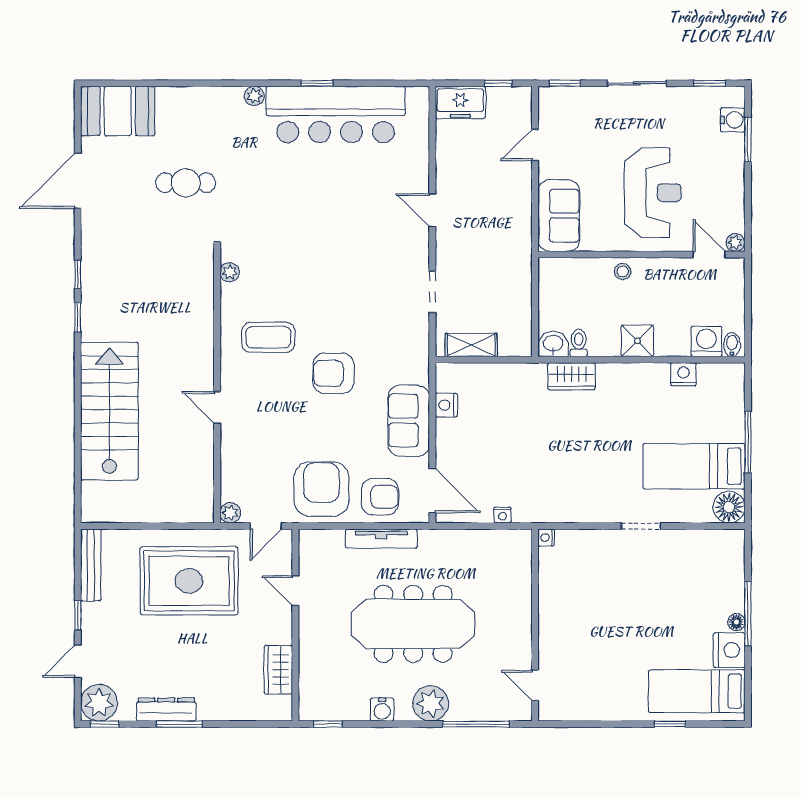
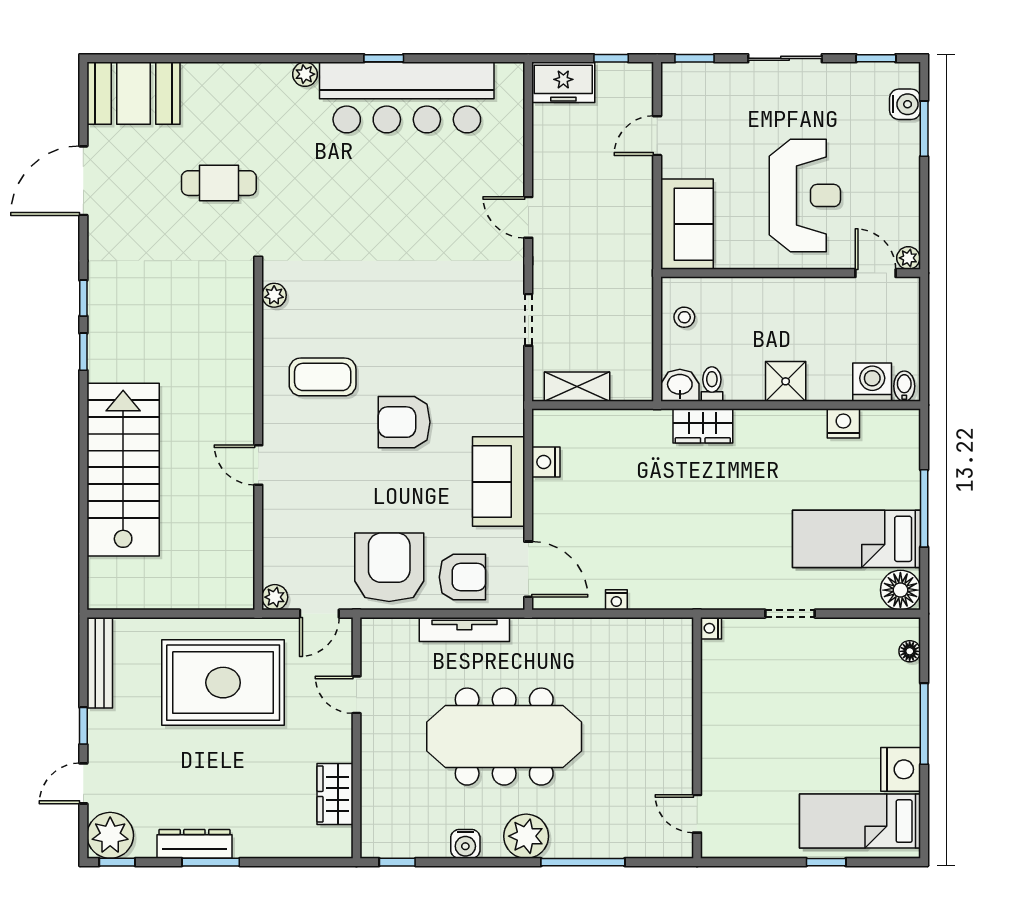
stool: (623, 272) -> (684, 317), moved
nightstand: (546, 538) -> (711, 628), moved
floor lamp: (736, 622) -> (910, 651), moved
wall: (535, 625) -> (697, 738), moved
door: (535, 685) -> (697, 814), moved

